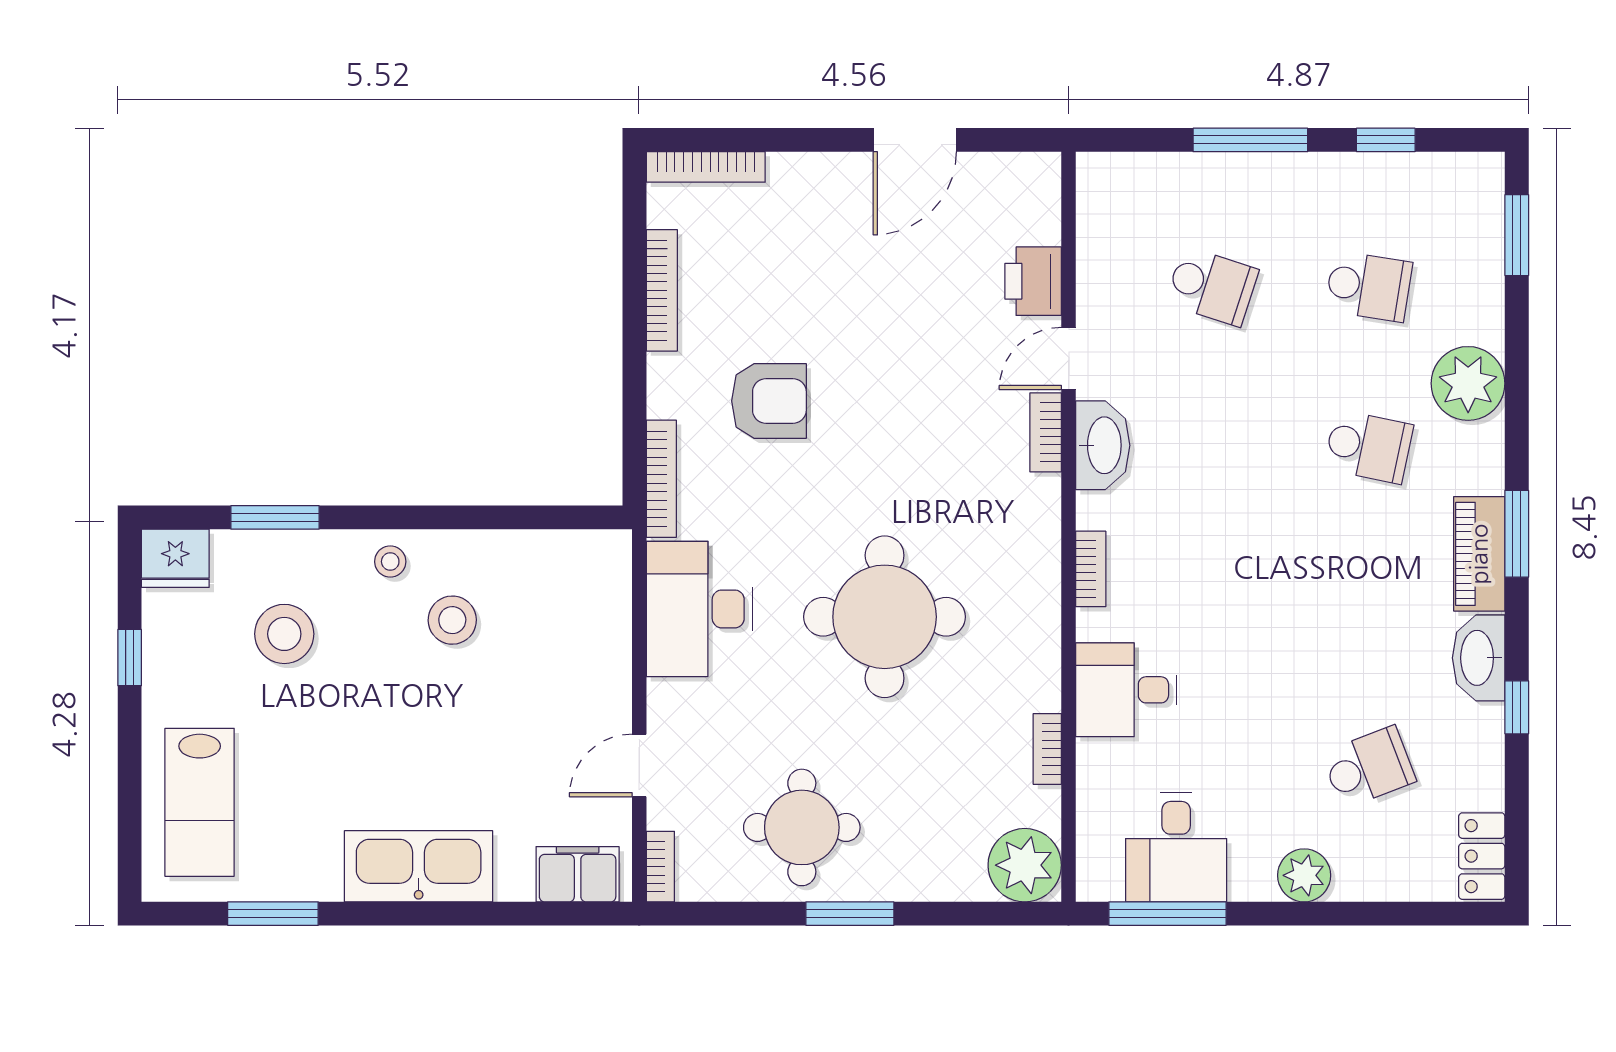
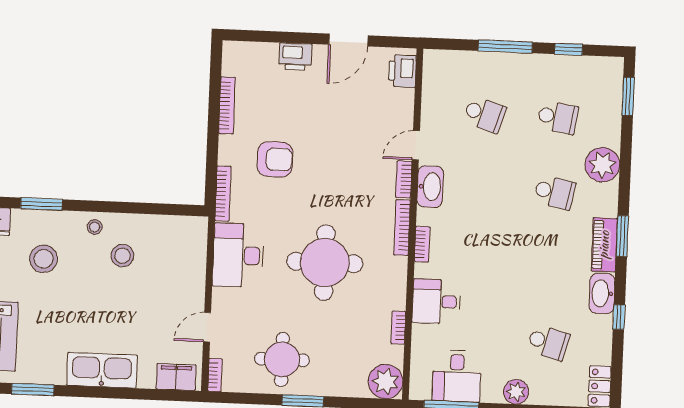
bookcase: (706, 167) -> (402, 227), moved, turned 90
printer: (803, 180) -> (295, 57), added
printer: (1033, 281) -> (402, 71), moved
school desk: (1369, 767) -> (548, 342), turned 36

